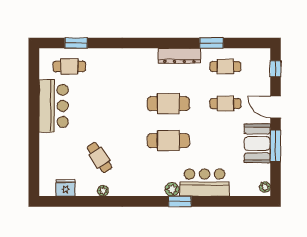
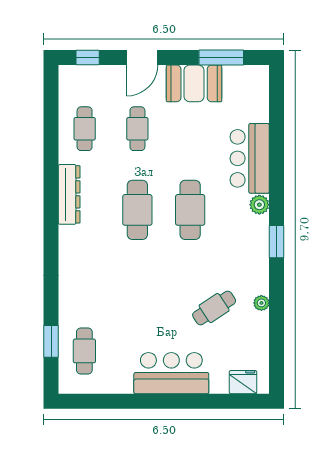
window: (211, 43) -> (51, 149), removed
bar counter: (54, 106) -> (171, 373), moved
window: (275, 146) -> (221, 57), moved
plant: (265, 187) -> (256, 72), removed
fridge: (66, 188) -> (243, 382), moved, turned 90
window: (180, 201) -> (277, 242), moved

